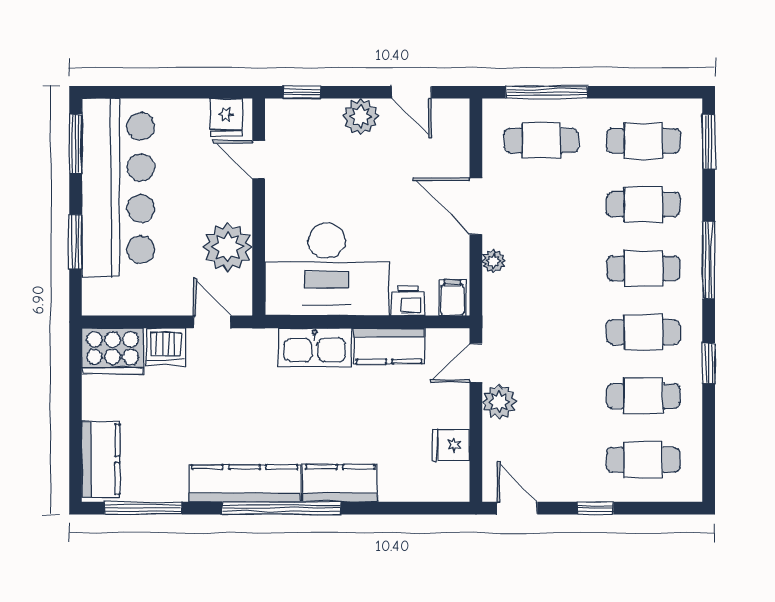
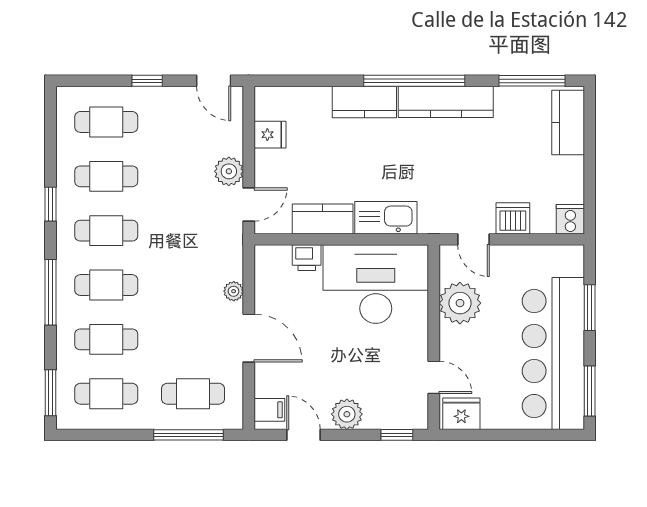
fridge: (226, 117) -> (461, 414), width x1.38
filing cabinet: (452, 298) -> (269, 410), moved, turned -90
cooker: (113, 351) -> (570, 219), width x0.53, depth x0.76

